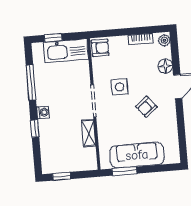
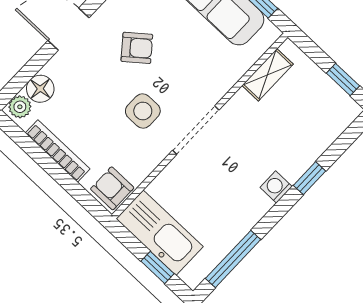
bookcase: (141, 39) -> (58, 151), width x1.56
floor lamp: (165, 66) -> (40, 89), moved
window: (31, 82) -> (233, 259), moved
shelving: (89, 133) -> (268, 75), moved

